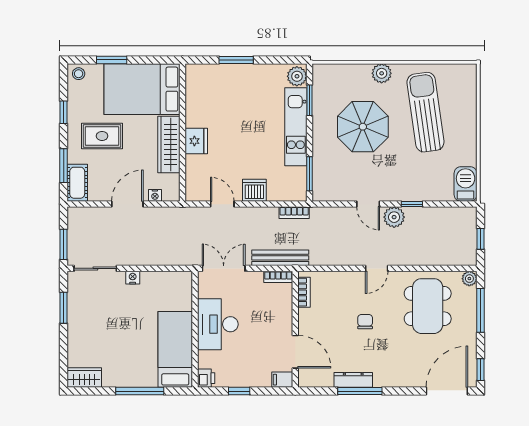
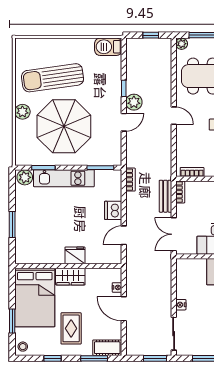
parasol: (363, 127) -> (64, 126), width x1.36, depth x1.36
wardrobe: (169, 144) -> (70, 277), width x0.67
bench: (280, 258) -> (165, 196), width x0.73

